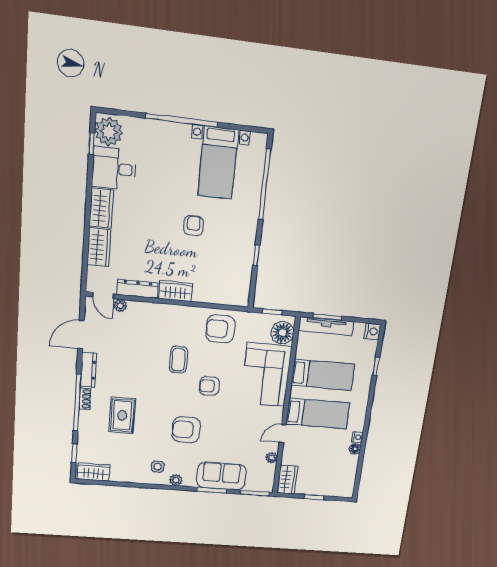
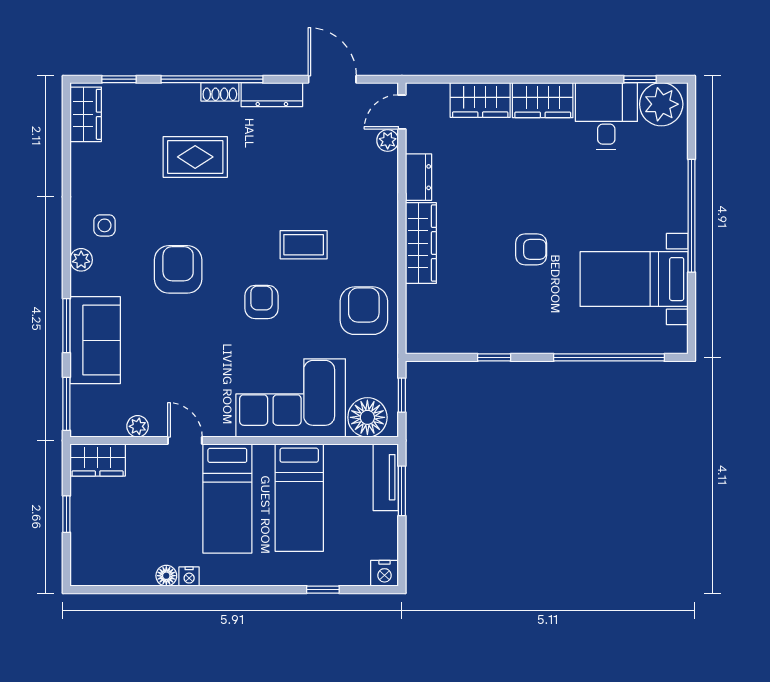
dresser: (138, 289) -> (418, 177), width x0.70
wardrobe: (176, 291) -> (421, 243), width x1.50
tv unit: (326, 326) -> (386, 477), width x0.71

